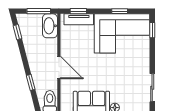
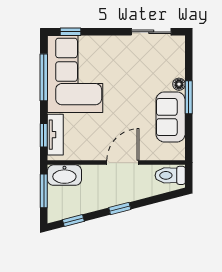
window: (120, 11) -> (44, 77), width x2.17
window: (31, 82) -> (120, 208), moved

